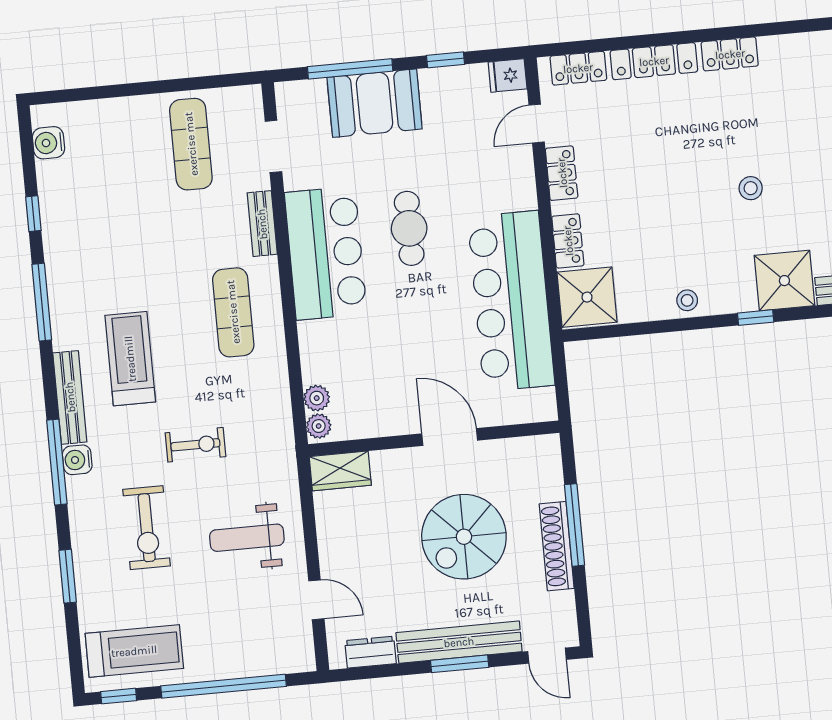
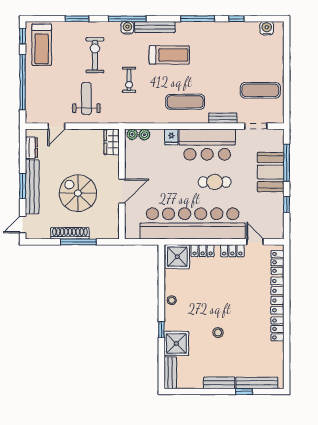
fridge: (508, 75) -> (171, 137), moved, turned 180
bar counter: (511, 301) -> (193, 223), width x1.36
exercise bike: (147, 528) -> (95, 55), turned 90

